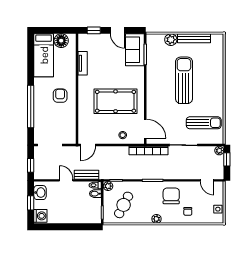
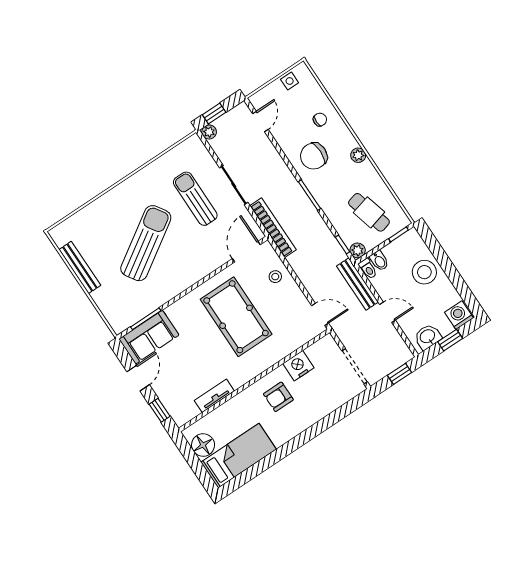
plant: (171, 40) -> (103, 298), removed
sun lounger: (184, 80) -> (146, 243), turned 147
window: (31, 107) -> (320, 427), removed
nightstand: (69, 117) -> (298, 366), added
sun lounger: (204, 123) -> (195, 199), moved
bench: (86, 175) -> (358, 284), width x1.36
door: (66, 180) -> (388, 312), swing flipped
cafe table: (124, 205) -> (369, 212), turned 48
stool: (74, 213) -> (424, 272), added

